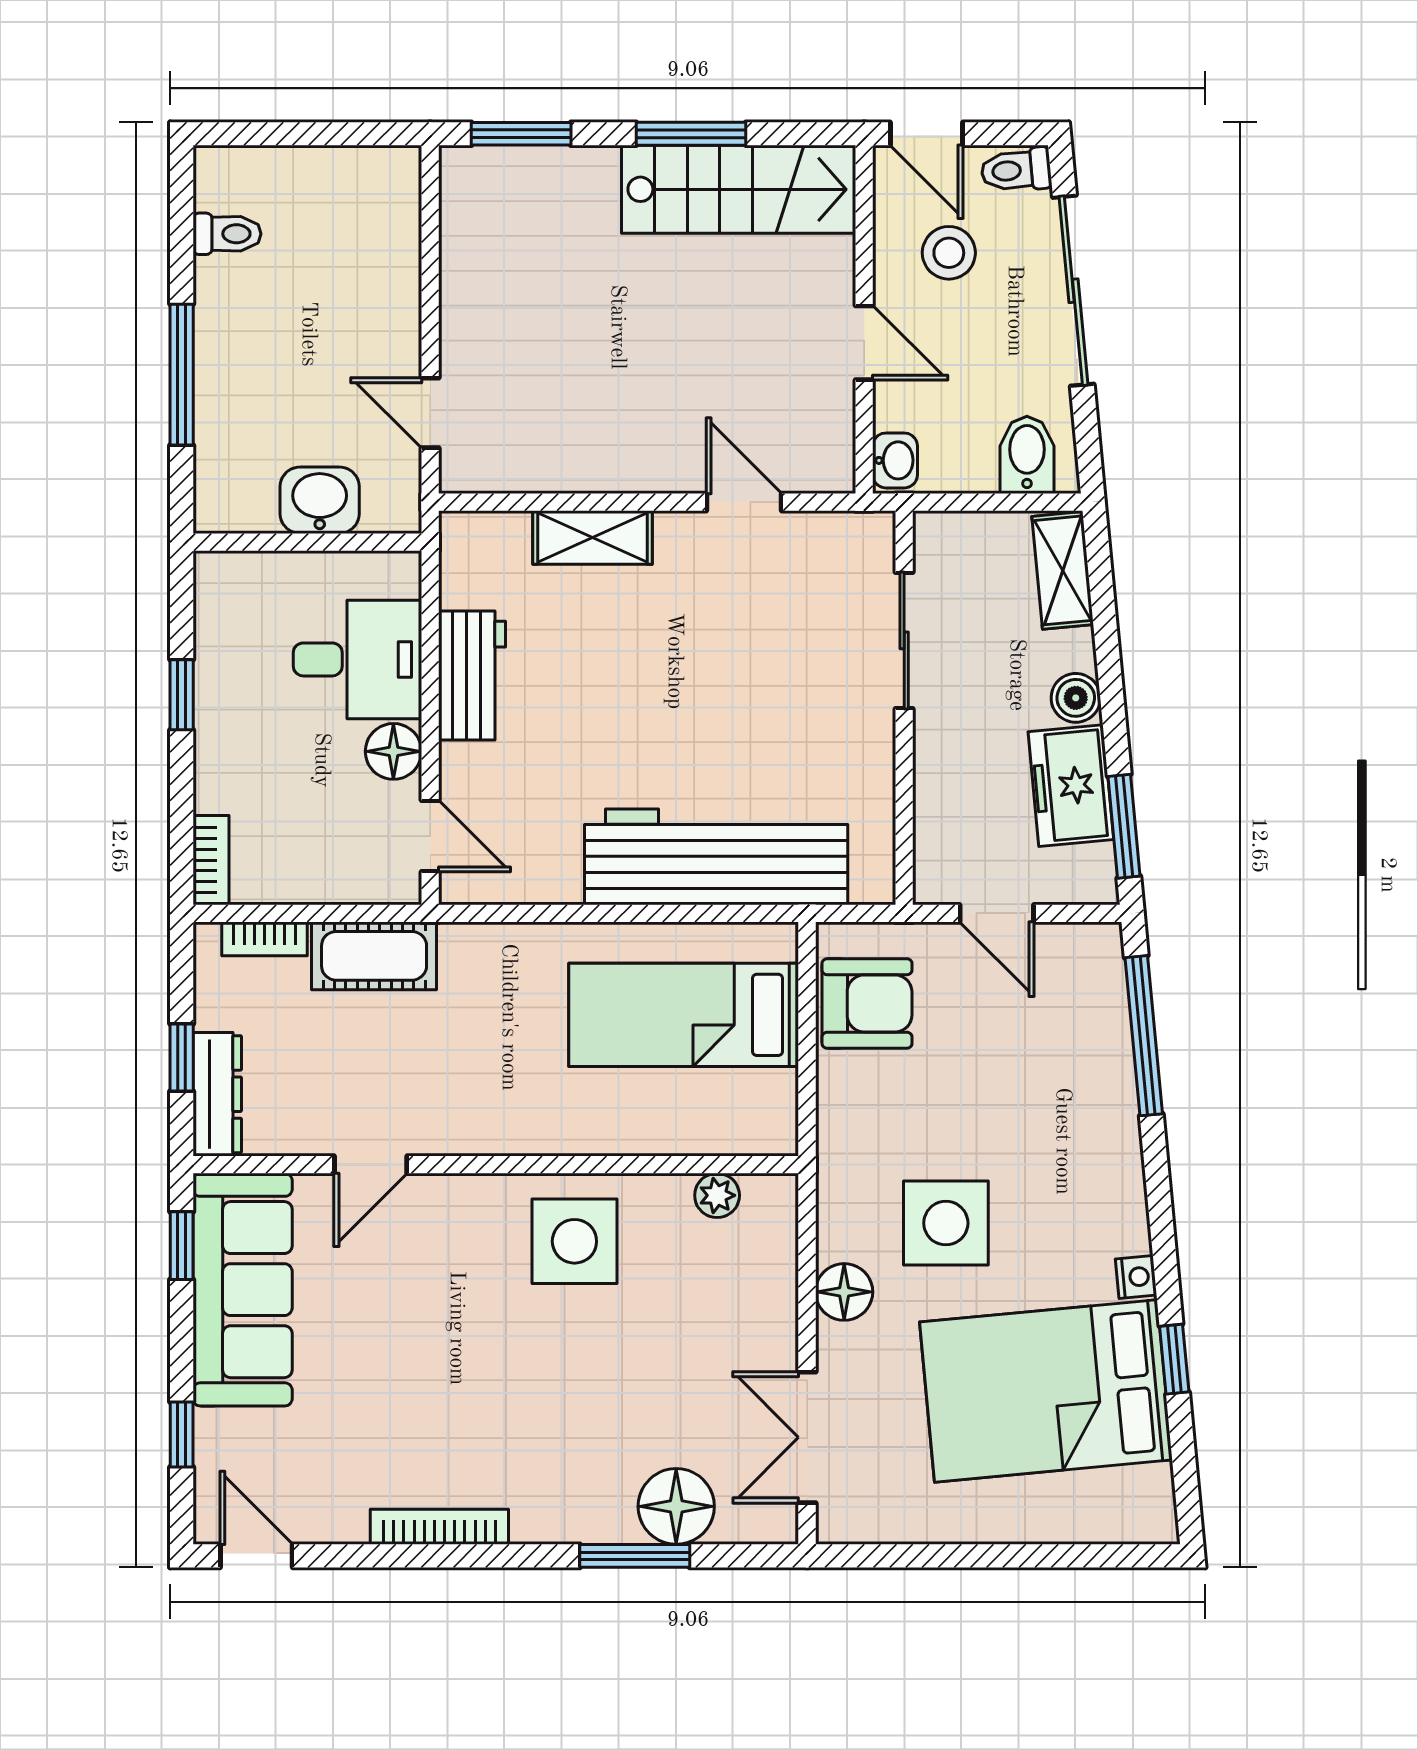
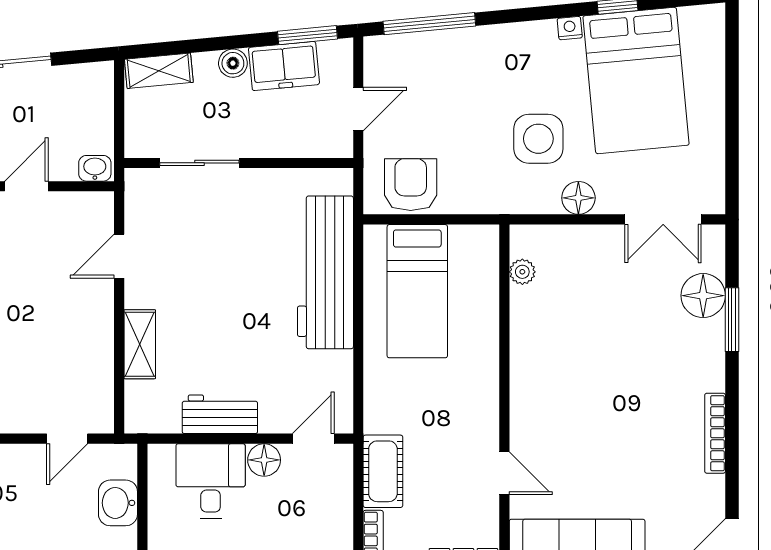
bidet: (1027, 455) -> (92, 92), removed
side table: (574, 1241) -> (549, 355), removed

